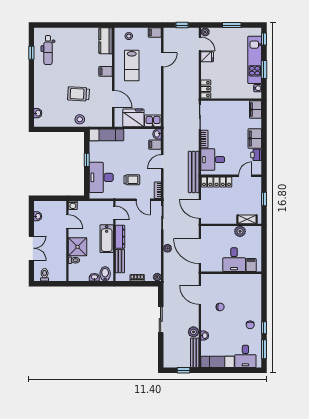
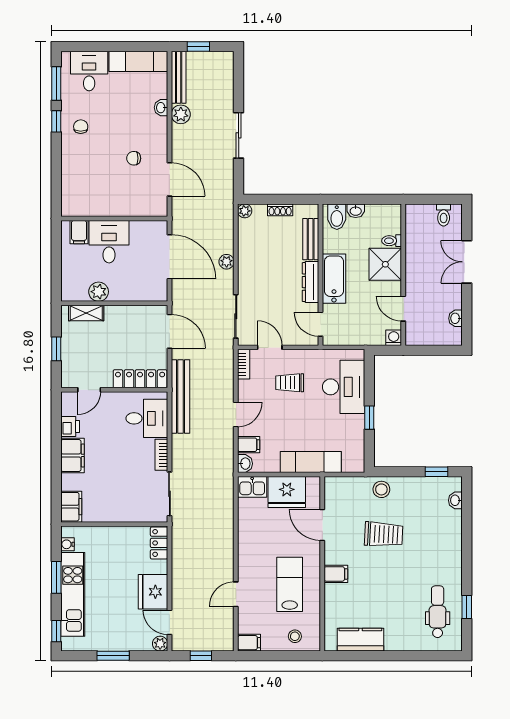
kitchen counter: (106, 41) -> (360, 640), moved, turned -90
fridge: (207, 57) -> (153, 592), width x1.88, depth x1.34
window: (49, 129) -> (436, 472), added
exam couch: (106, 135) -> (311, 462), moved

